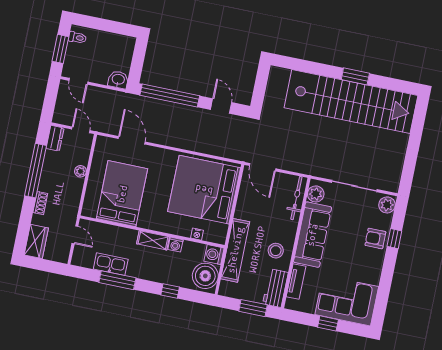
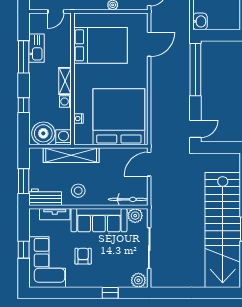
door: (221, 106) -> (195, 129), moved
armchair: (375, 238) -> (83, 256), moved

